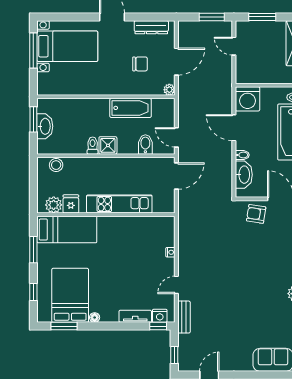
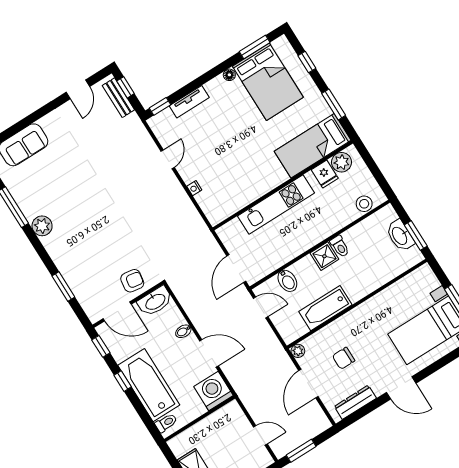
washbasin: (244, 175) -> (155, 301), moved, turned -90
nightstand: (160, 316) -> (165, 118), removed
bench: (184, 317) -> (118, 98), moved

